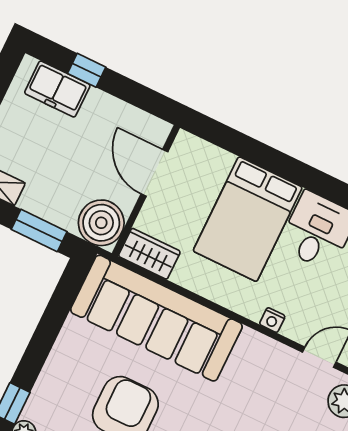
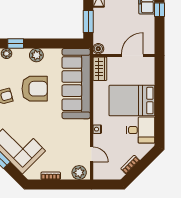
boiler: (101, 223) -> (98, 49), width x0.54, depth x0.54
plant: (57, 372) -> (36, 55), added

